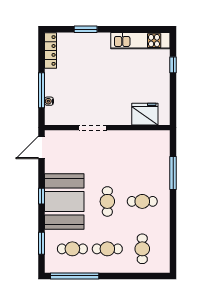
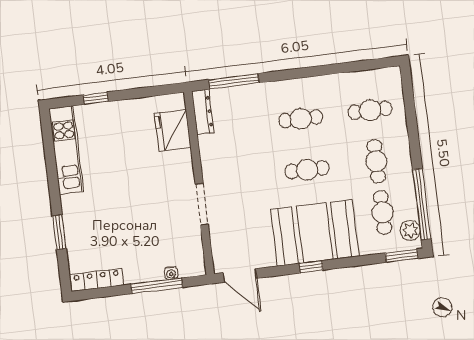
dresser: (155, 136) -> (203, 112), added
window: (173, 173) -> (234, 81), moved
cafe table: (142, 201) -> (301, 119), turned 90
window: (42, 243) -> (402, 256), moved
plant: (58, 266) -> (410, 230), added

